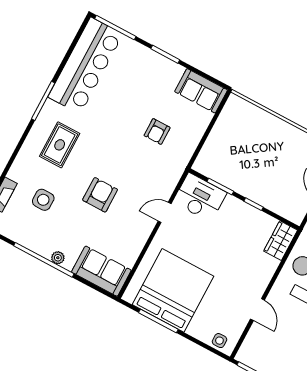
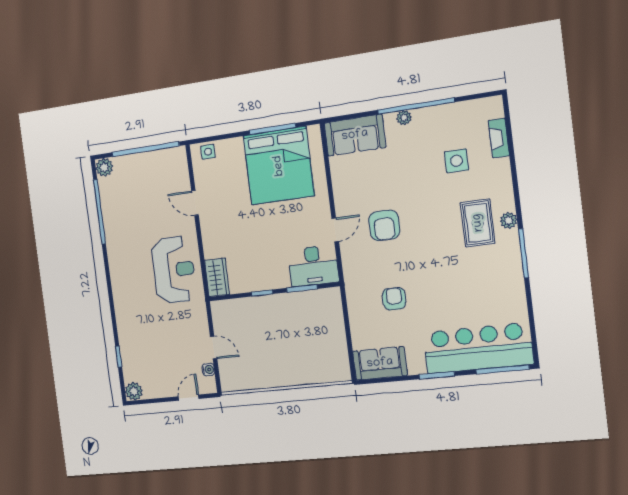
bar counter: (85, 66) -> (478, 348), moved, turned 90
plant: (37, 132) -> (509, 220), added
armchair: (100, 195) -> (384, 225), moved

